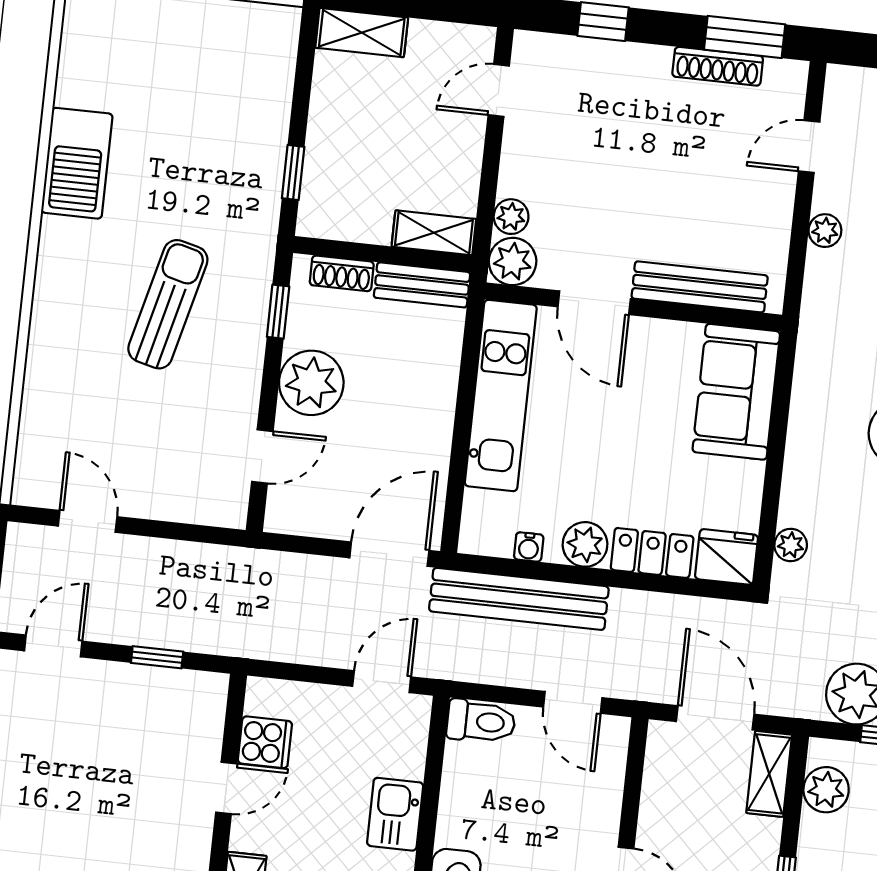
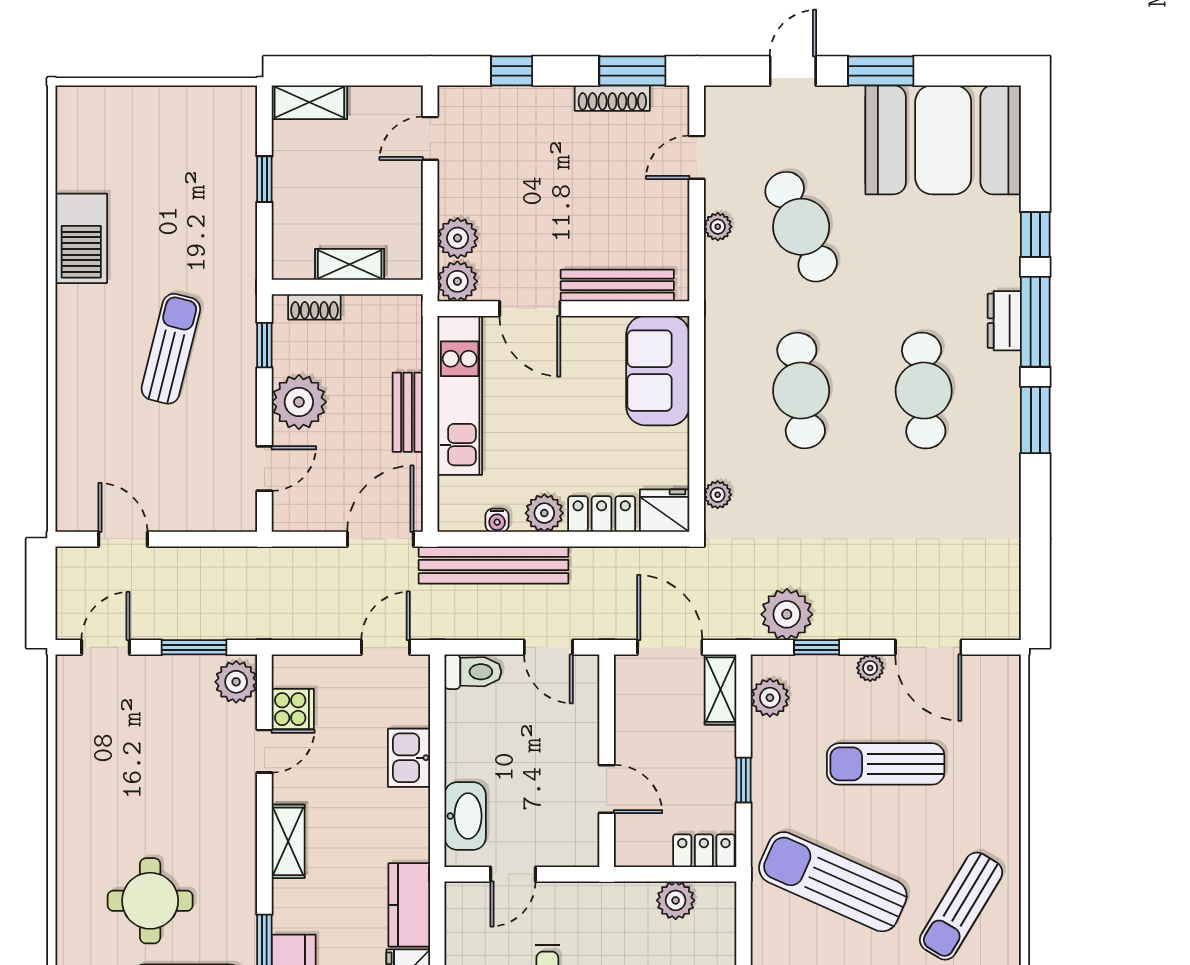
window: (293, 172) -> (264, 179), moved
plant: (511, 217) -> (458, 238), width x1.38, depth x1.38
shelving: (434, 233) -> (350, 264), moved
bench: (422, 285) -> (408, 412), moved, turned 90
window: (157, 657) -> (194, 647), width x1.50
plant: (202, 703) -> (236, 682), added

